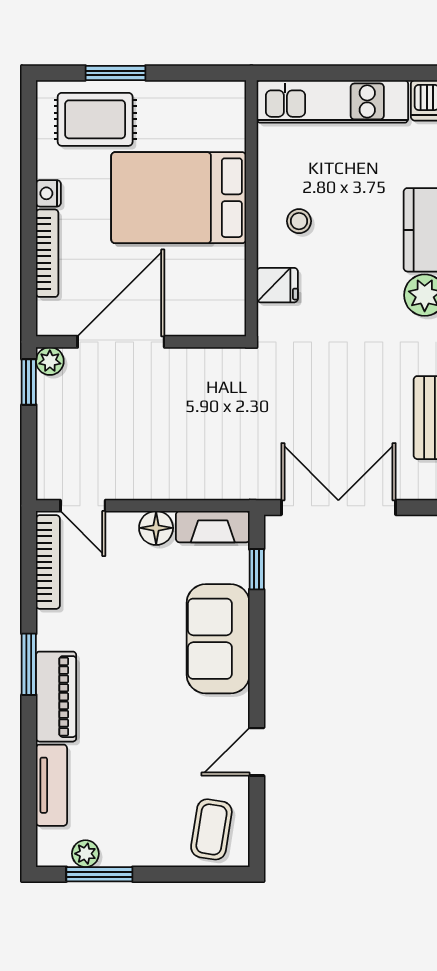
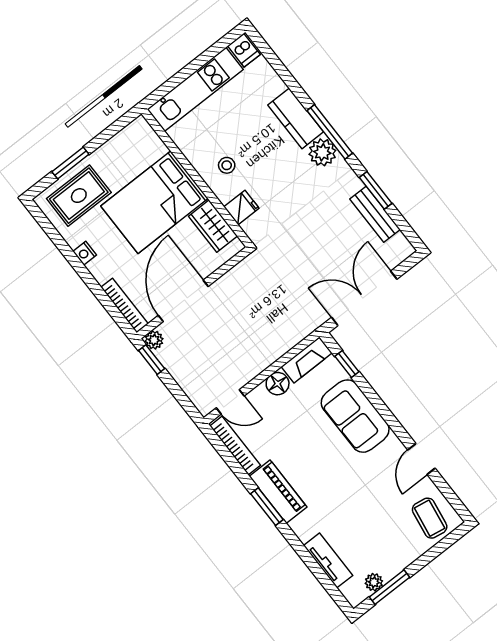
bookcase: (47, 253) -> (125, 305), moved
wardrobe: (226, 281) -> (213, 226), added
piano: (56, 697) -> (278, 492), moved

